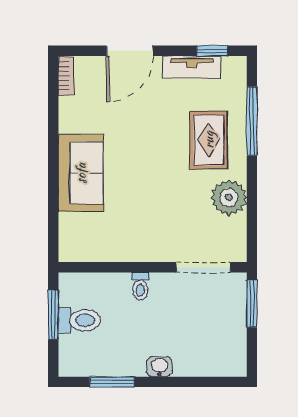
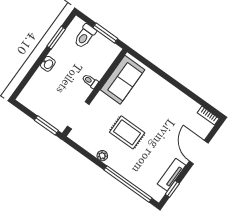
window: (252, 121) -> (128, 184), width x1.46
rug: (209, 140) -> (127, 132), moved
sofa: (81, 173) -> (123, 80), moved, turned -90
plant: (229, 198) -> (102, 156), width x0.53, depth x0.53
toilet: (79, 320) -> (85, 36), moved

